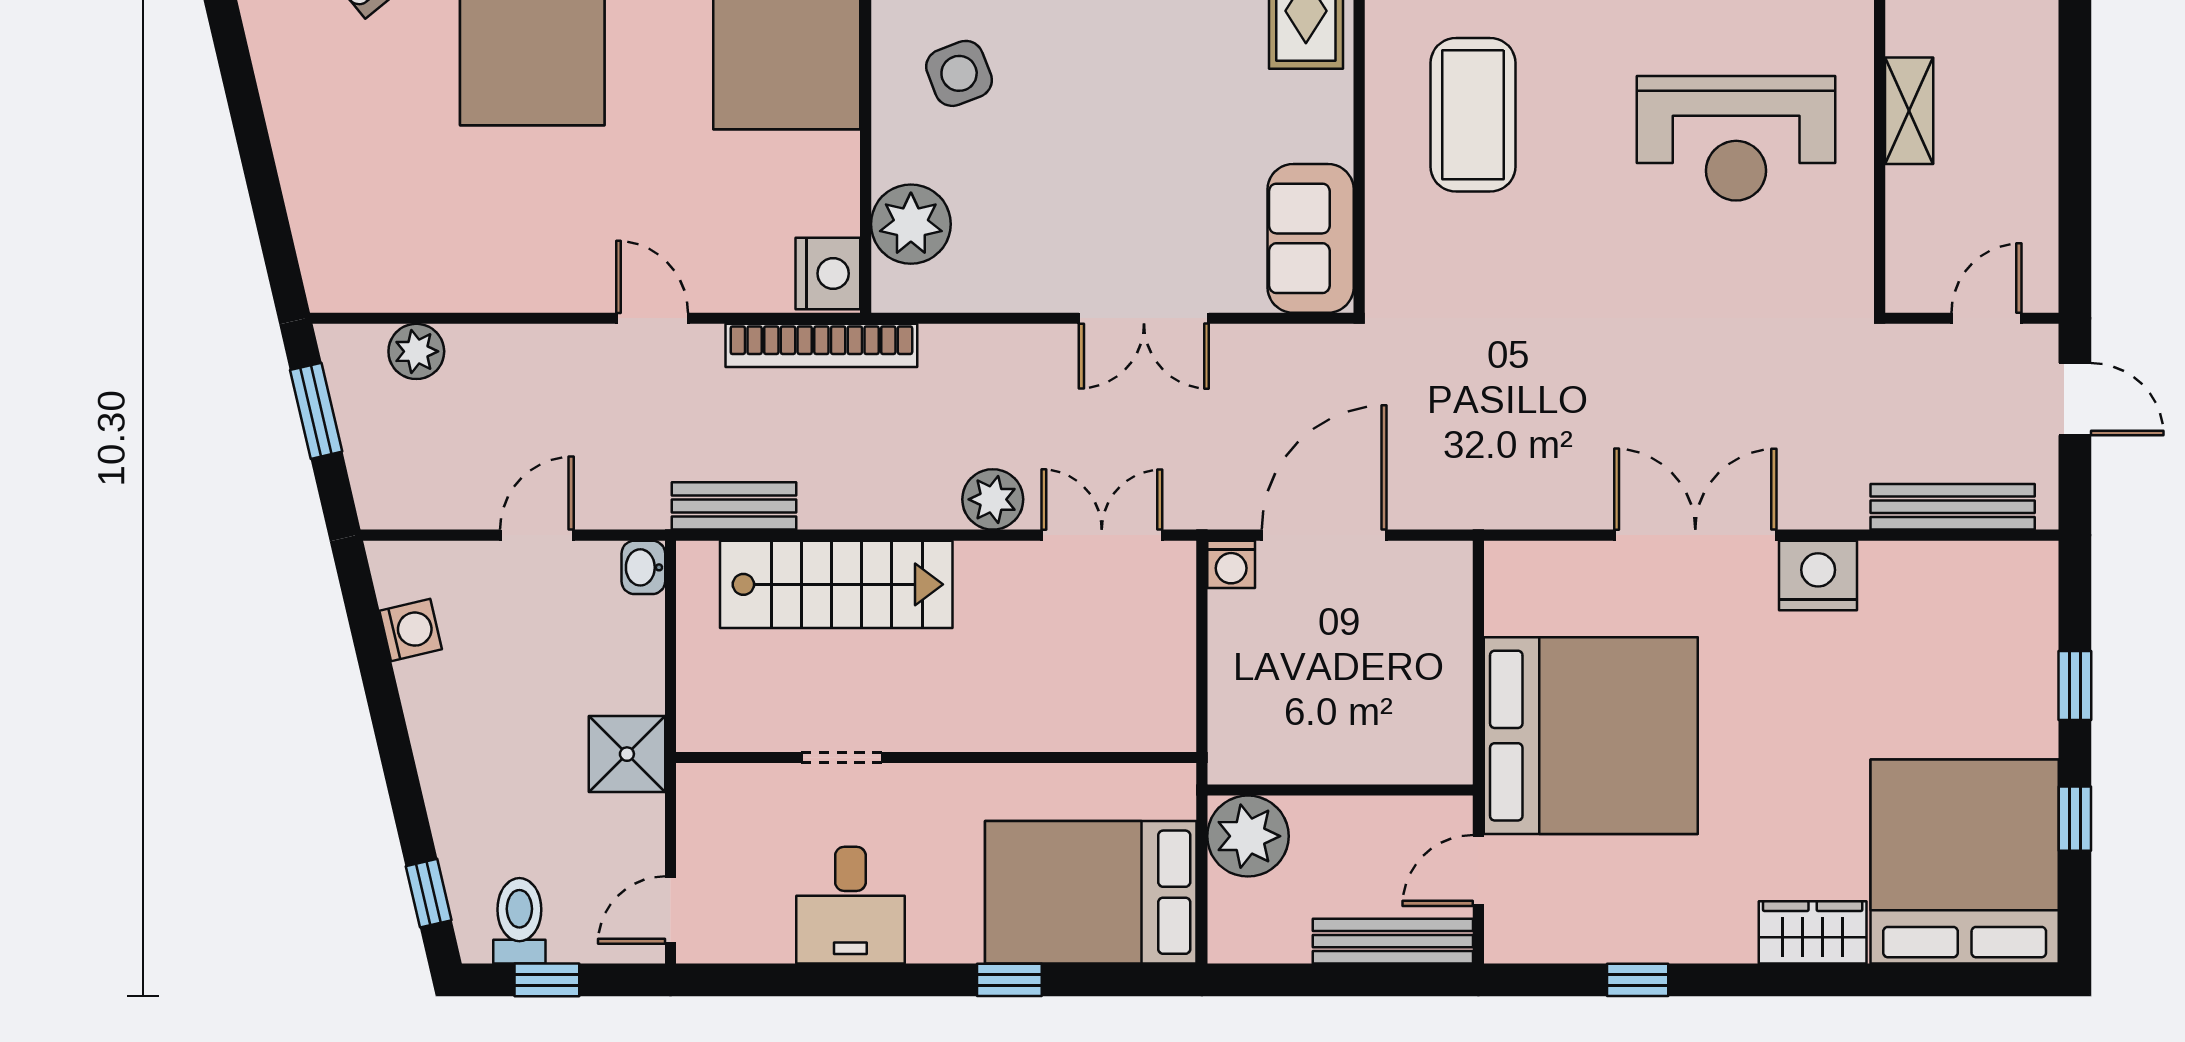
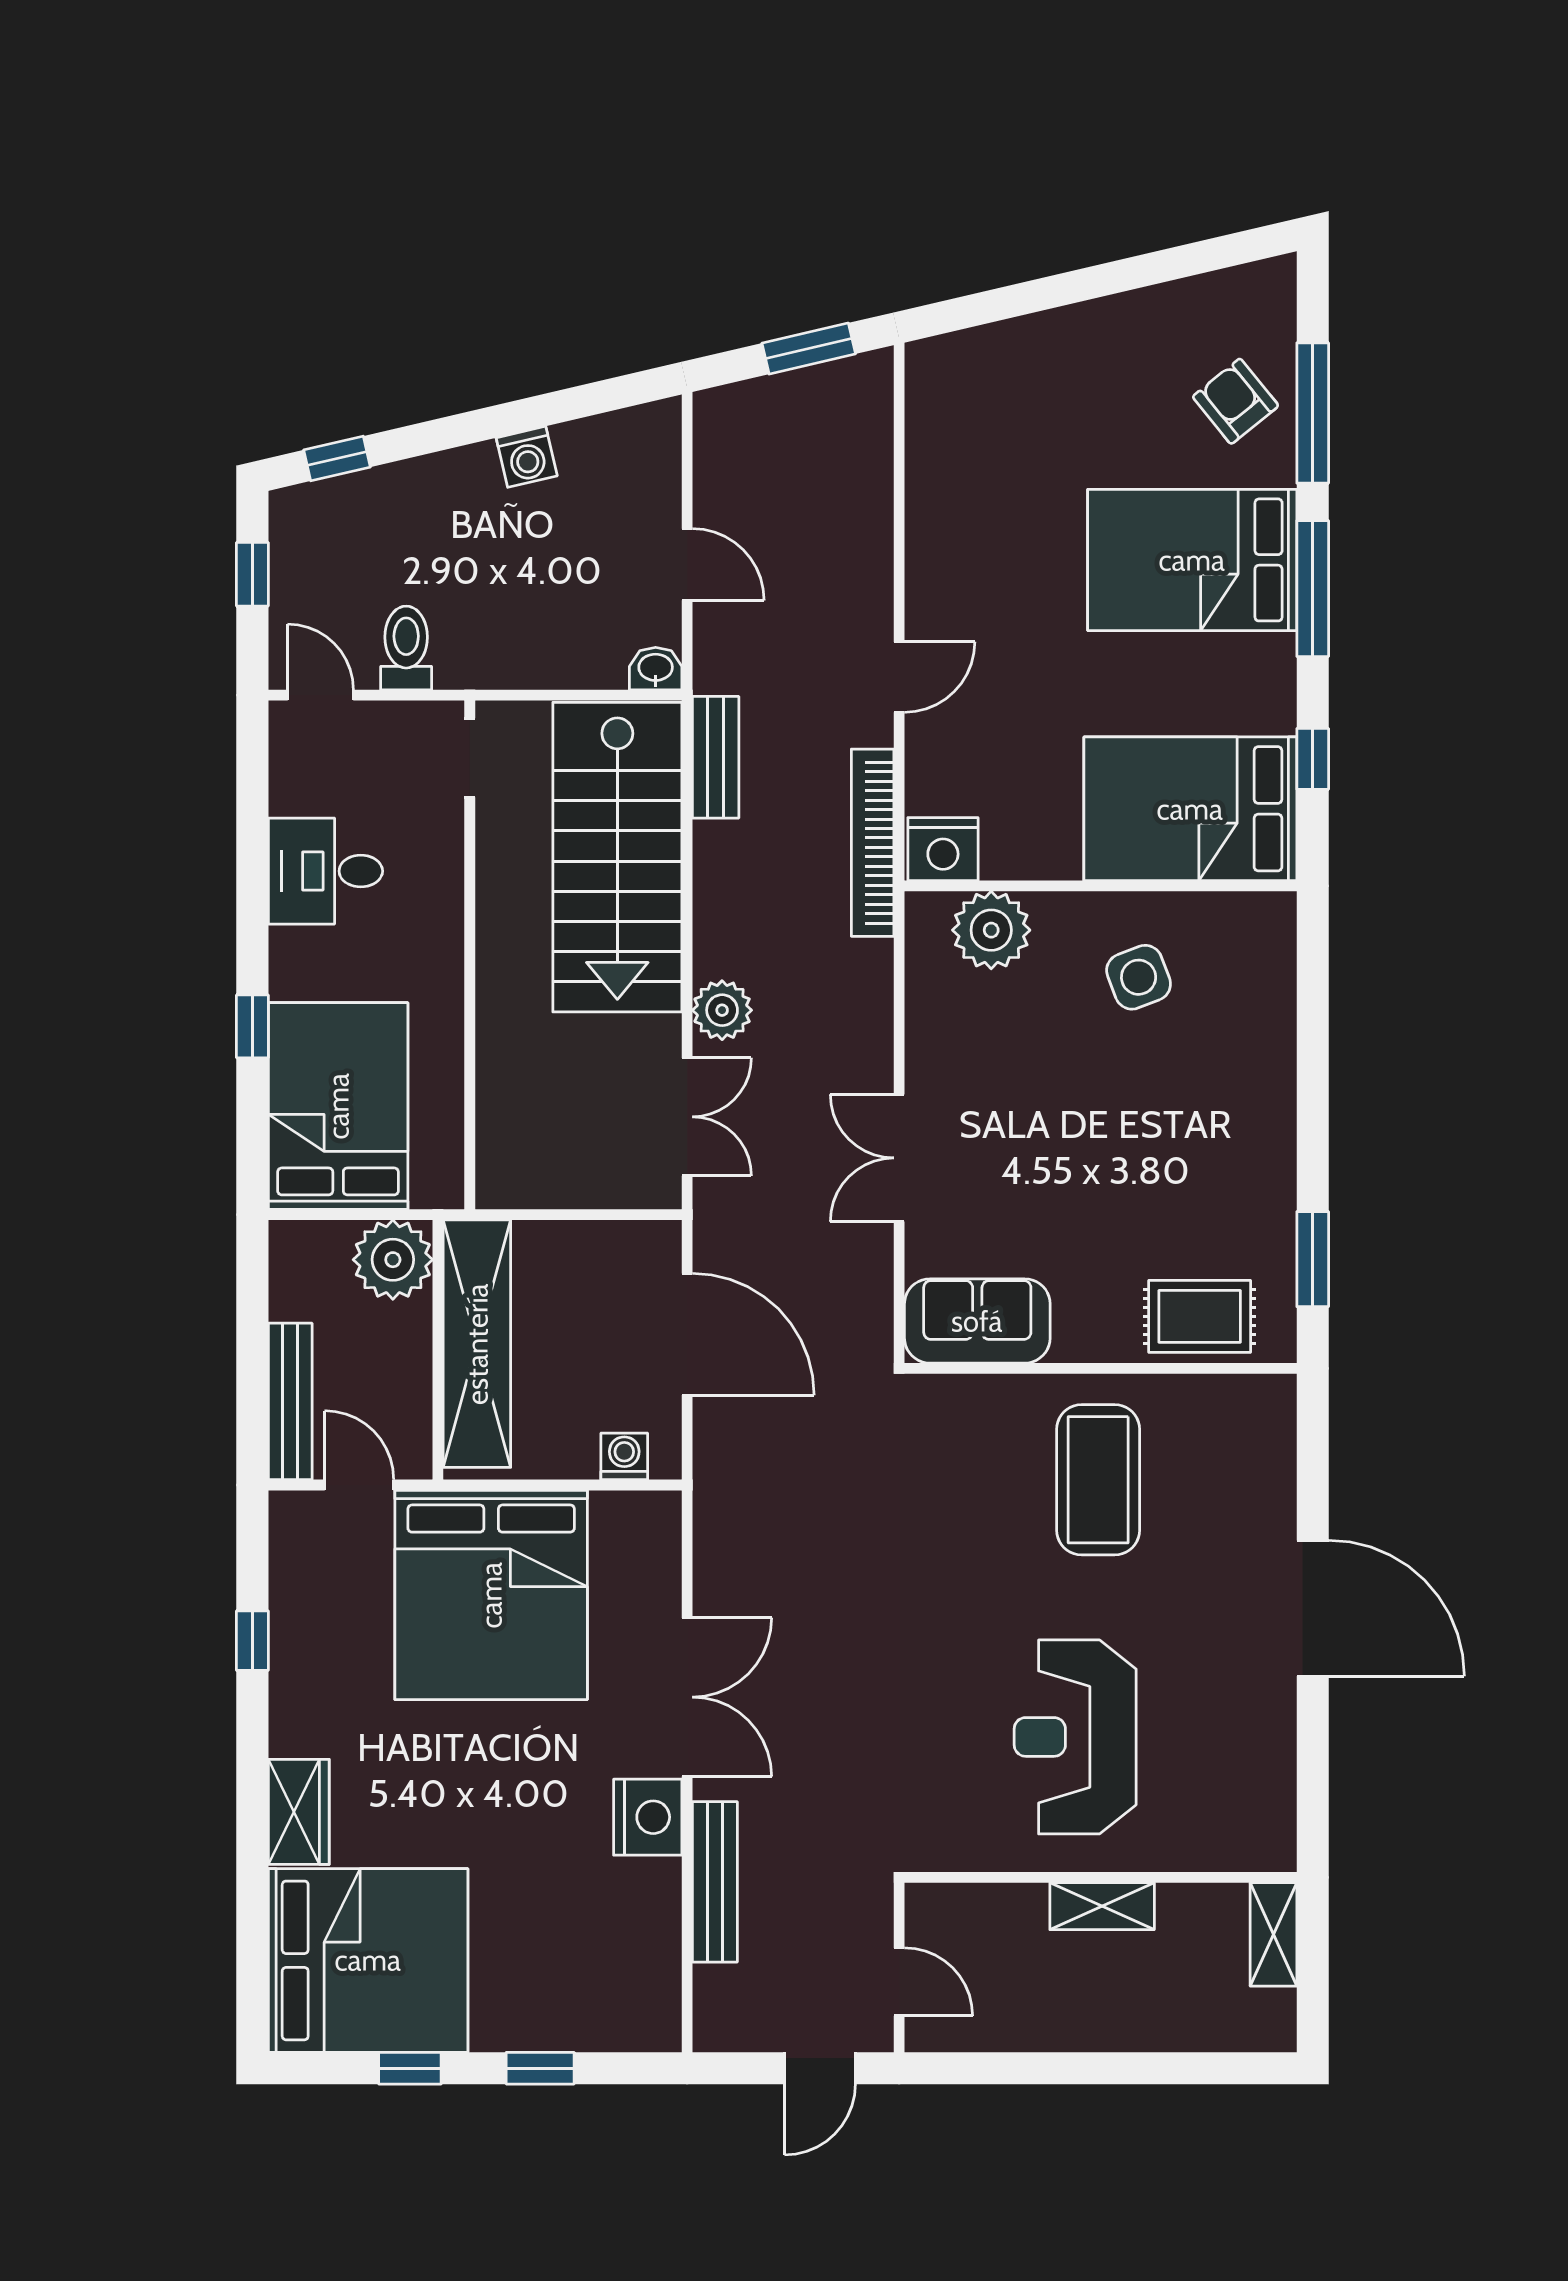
coffee table: (1473, 115) -> (1098, 1480), turned 90
plant: (416, 351) -> (867, 447), removed
bench: (1953, 507) -> (715, 1882), moved
washing machine: (1231, 564) -> (624, 1456), moved, turned 90
stairs: (836, 584) -> (617, 857), width x1.36, depth x1.51
washing machine: (411, 630) -> (527, 457), moved
shelving: (1334, 750) -> (477, 1344), added
shower: (627, 754) -> (473, 652), removed
doorway: (842, 757) -> (470, 758), moved
toilet: (519, 921) -> (406, 648), moved, turned -90

